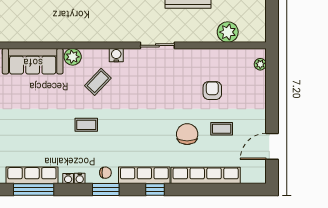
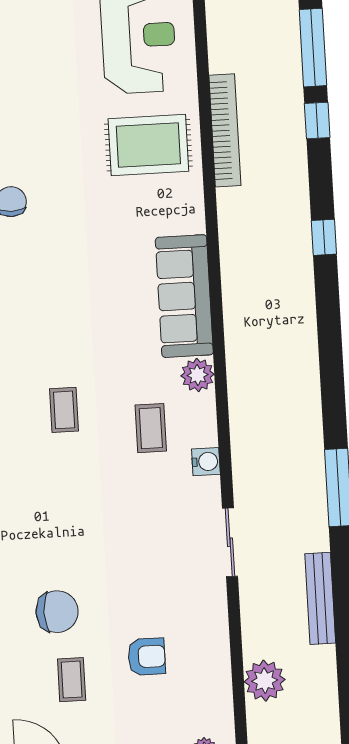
coffee table: (98, 82) -> (151, 428), turned 46

